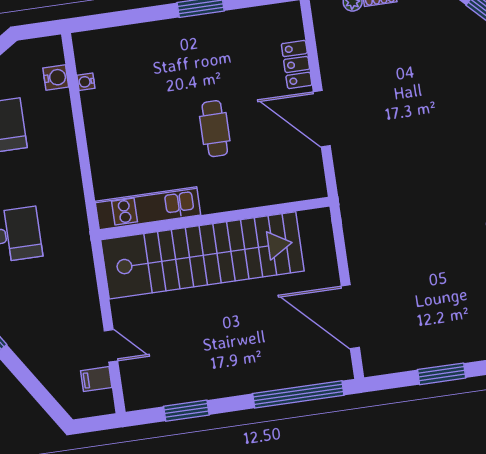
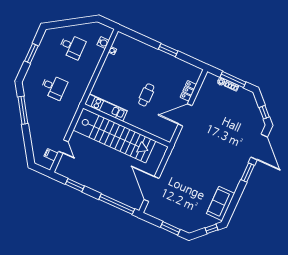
door: (322, 119) -> (185, 115), hinge flipped

